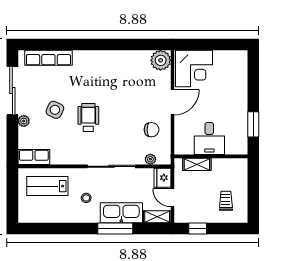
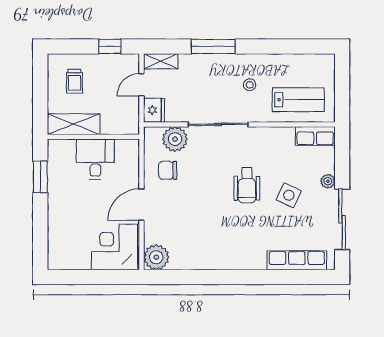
plant: (150, 159) -> (175, 139), width x1.87, depth x1.87
shelving: (197, 164) -> (74, 124), moved, width x1.50, depth x1.33
door: (173, 198) -> (141, 85), swing flipped
kitchen sink: (121, 213) -> (206, 66), removed

